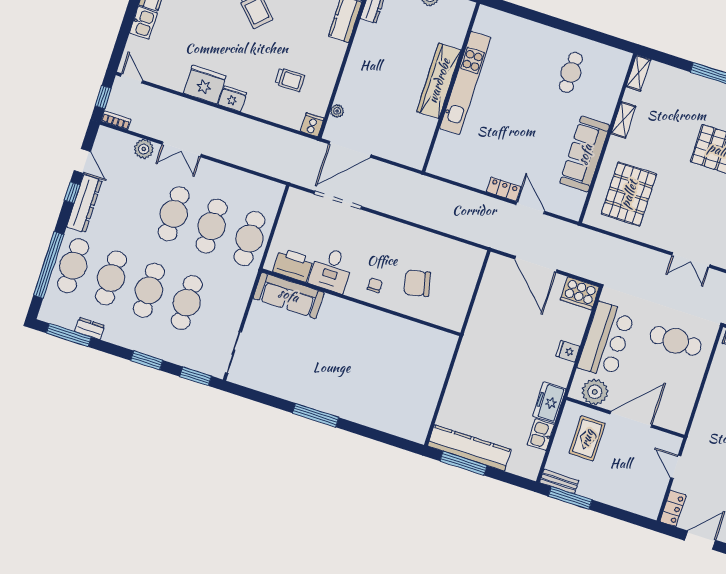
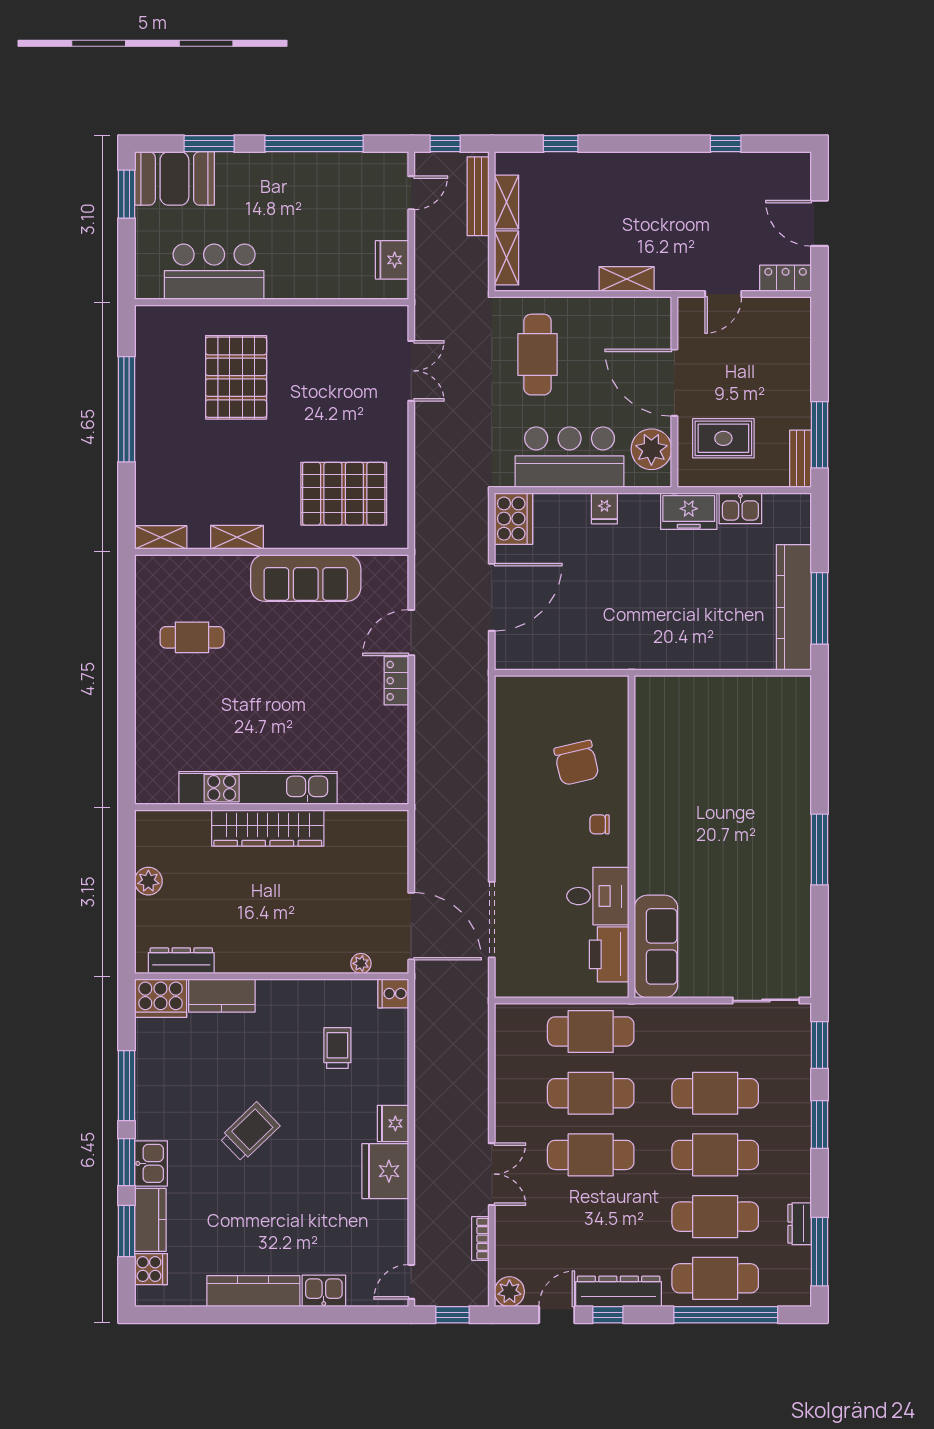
bookcase: (116, 120) -> (480, 1239), moved
plant: (144, 149) -> (509, 1292), moved
shelving: (704, 411) -> (627, 279), added

